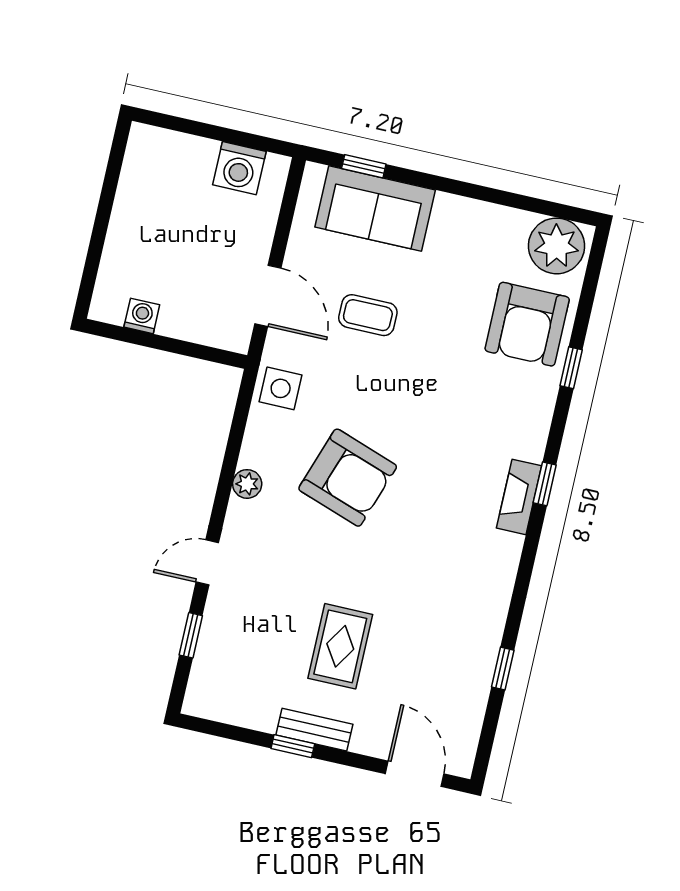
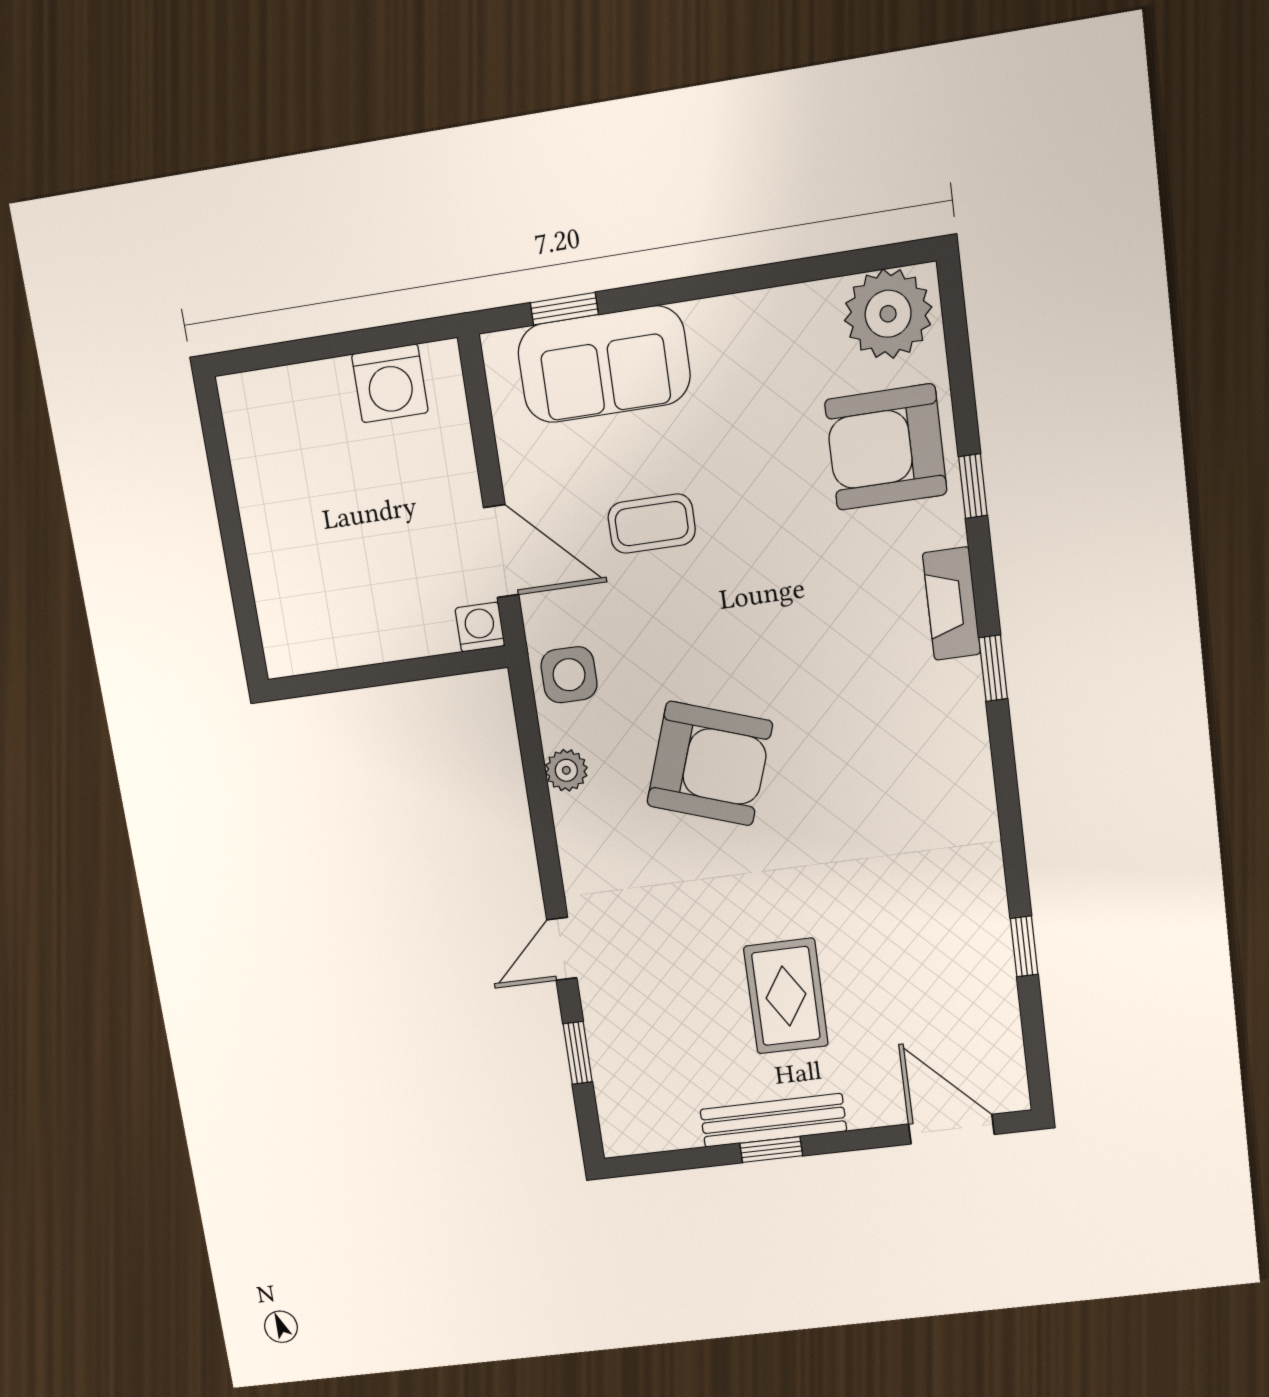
washing machine: (142, 316) -> (480, 627), moved
armchair: (527, 324) -> (886, 447), turned 90
plant: (247, 484) -> (566, 770), moved
fireplace: (519, 497) -> (952, 604), moved
bench: (314, 730) -> (773, 1120), width x1.36

